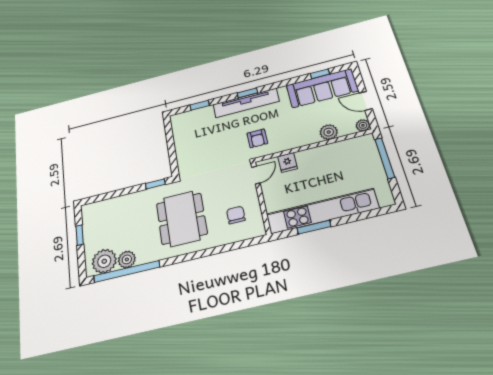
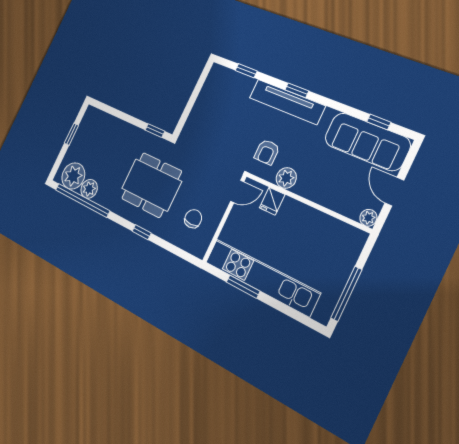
plant: (329, 132) -> (286, 178), moved
window: (385, 158) -> (346, 294), moved
dining table: (182, 219) -> (151, 185), turned 90
window: (200, 254) -> (142, 232), added

